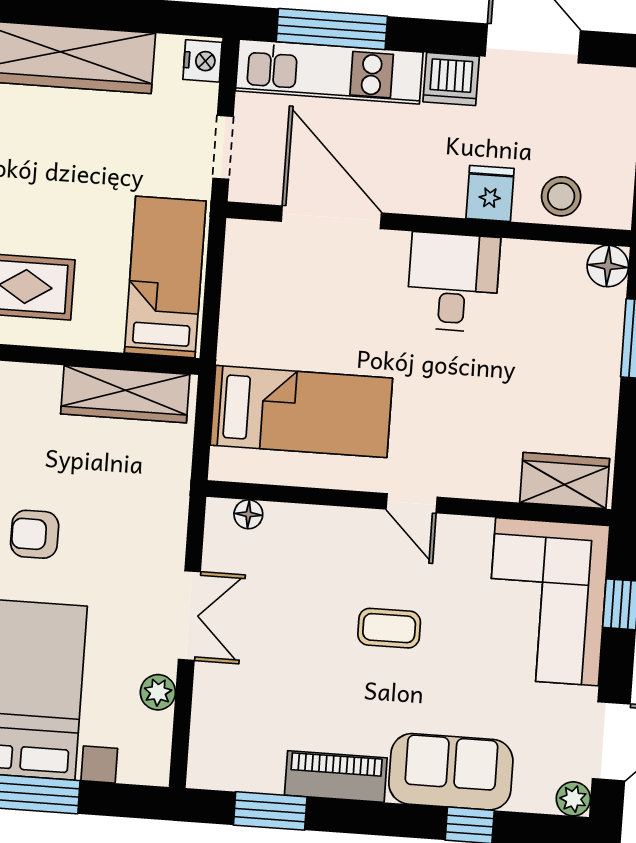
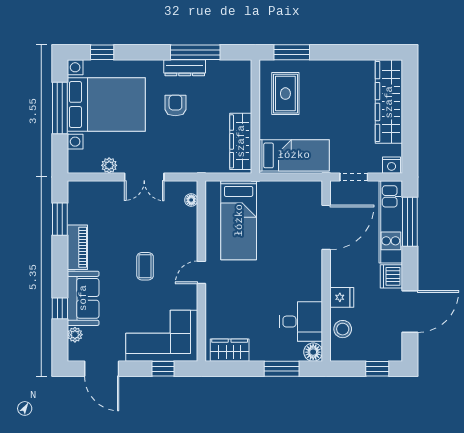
desk: (453, 282) -> (301, 322), moved
wardrobe: (565, 481) -> (230, 350), moved, turned -90
plant: (573, 799) -> (75, 335), moved

